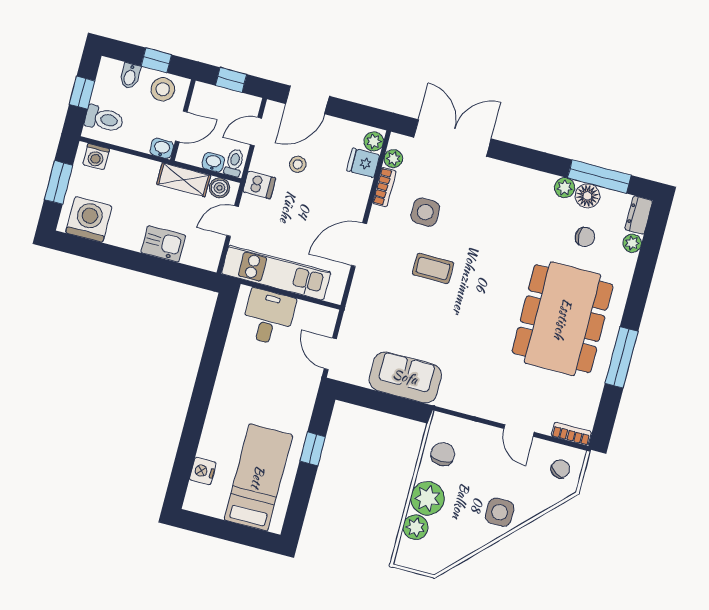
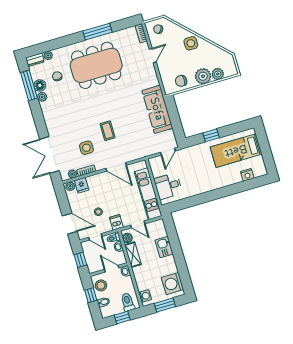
sofa: (405, 377) -> (157, 109), width x1.36

